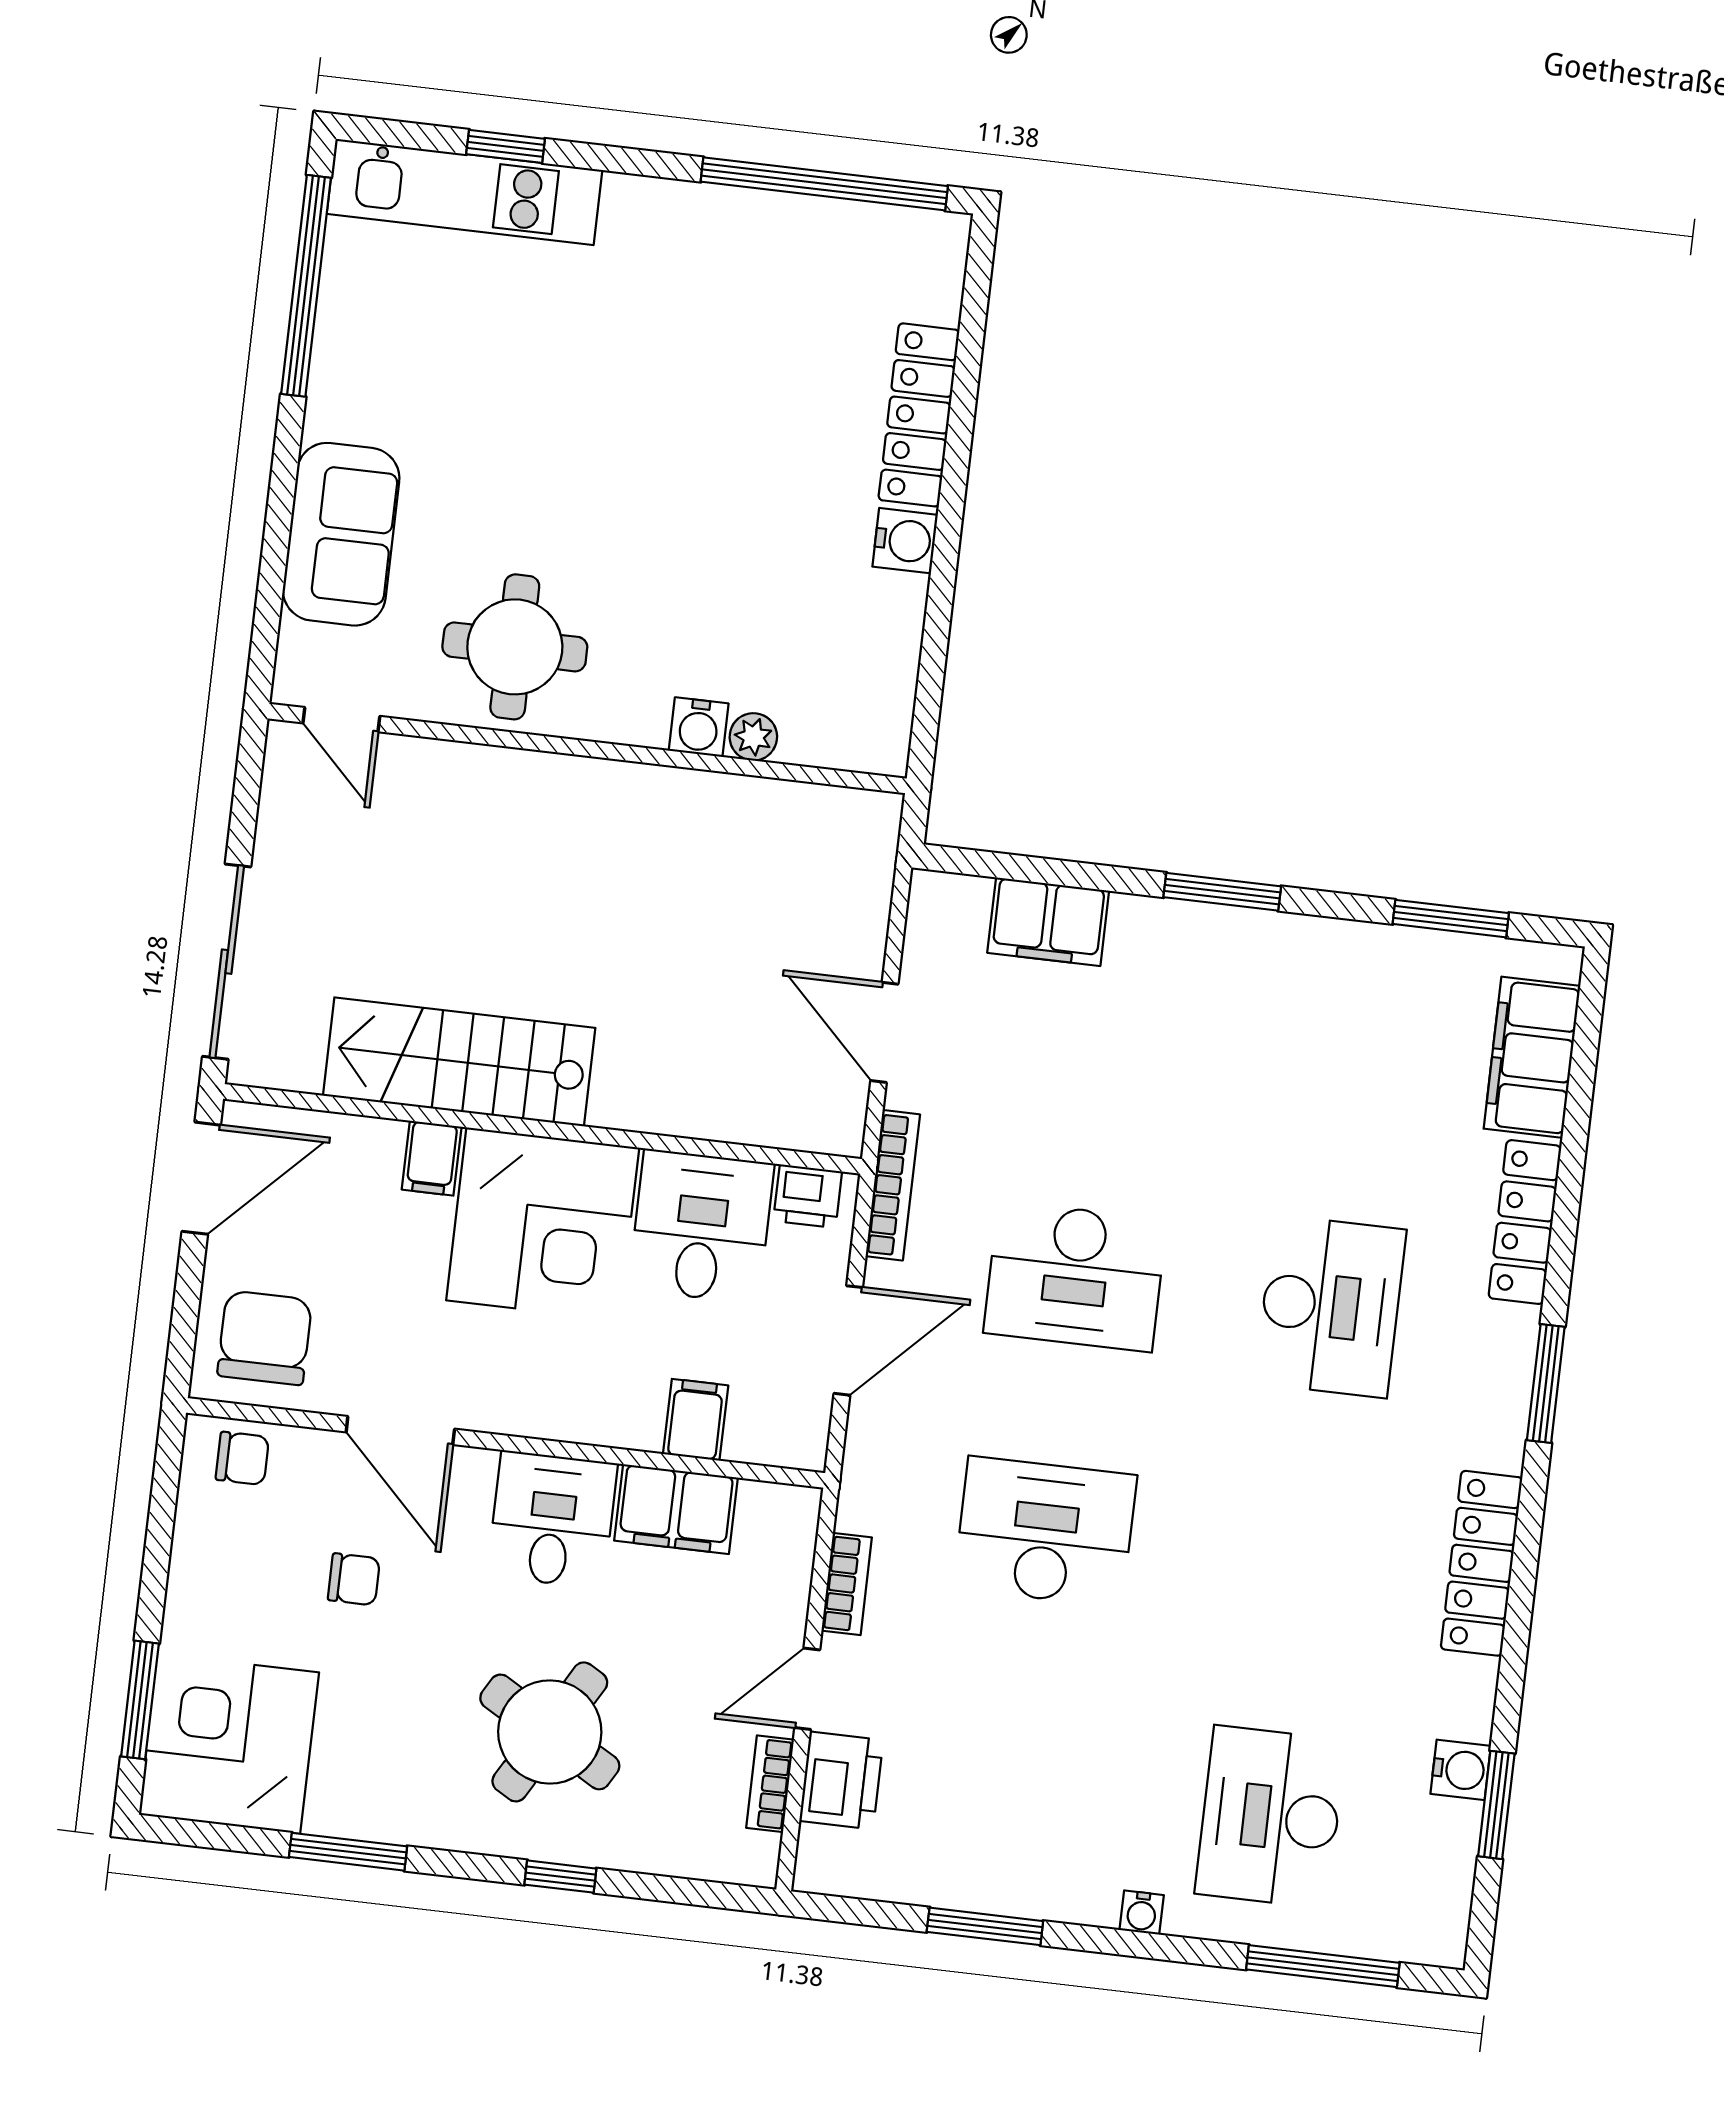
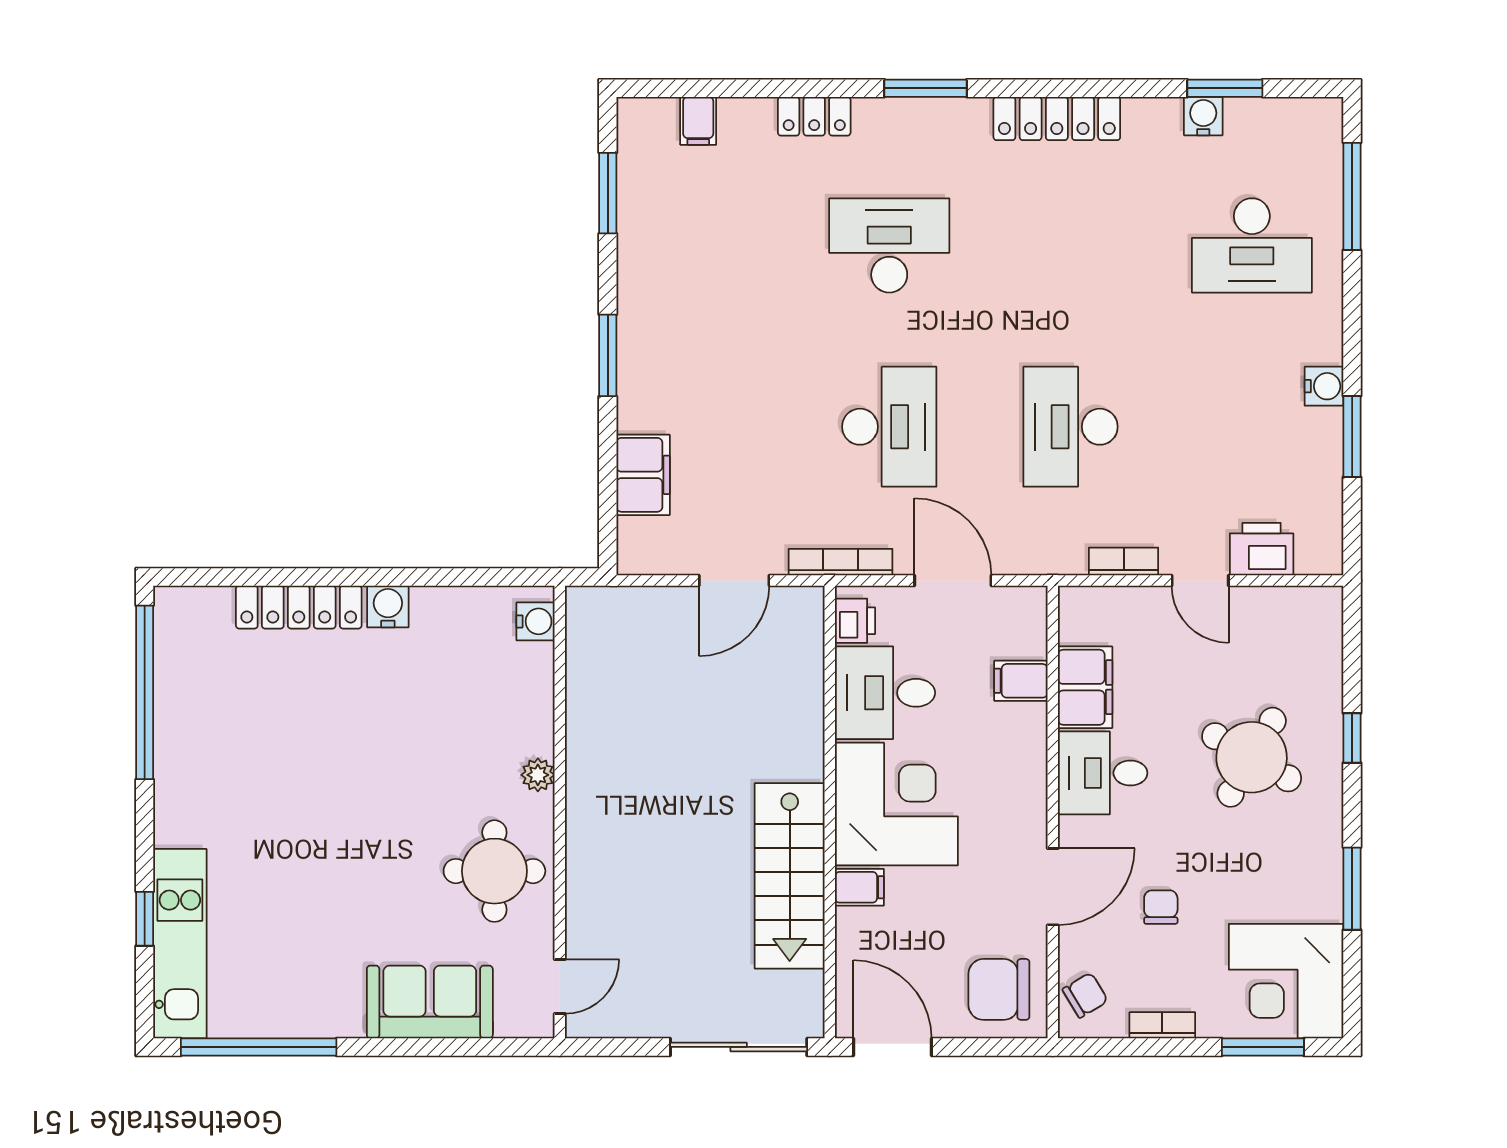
water cooler: (699, 727) -> (535, 621), moved
plant: (753, 737) -> (538, 775), moved
filing cabinet: (1532, 1057) -> (698, 121), width x0.33, depth x0.86
locker: (1525, 1222) -> (814, 116), width x0.66
chair: (242, 1458) -> (1085, 995), turned 59
bookcase: (770, 1784) -> (1162, 1025), moved, turned 180
water cooler: (1142, 1913) -> (1324, 386), moved, width x1.38, depth x1.38

